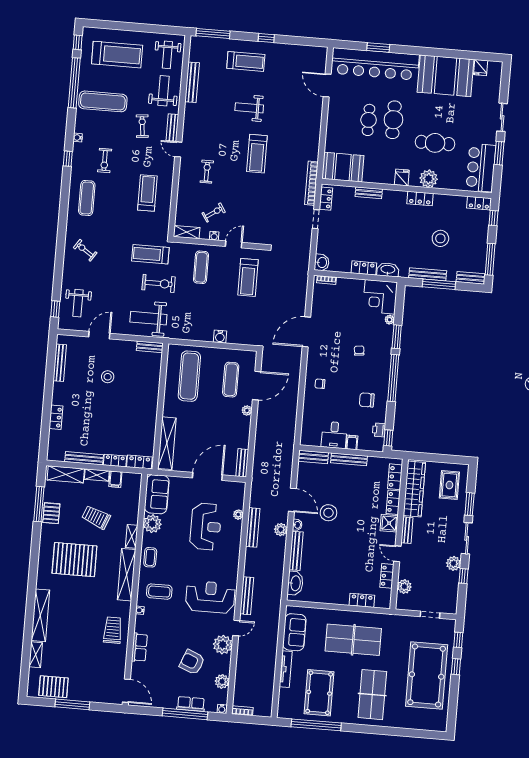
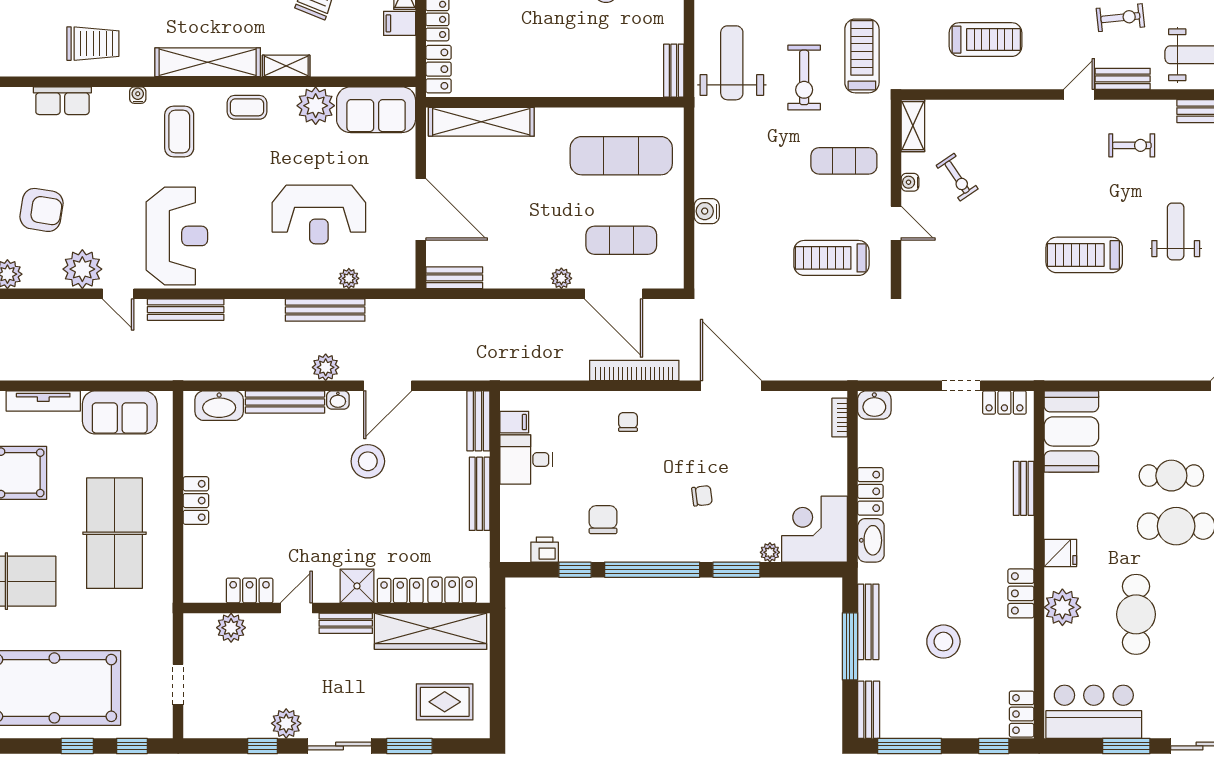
exercise bike: (207, 172) -> (1132, 145), moved
bookcase: (311, 183) -> (634, 370), moved
window: (388, 438) -> (575, 570), moved
filing cabinet: (352, 442) -> (514, 422), moved
locker: (362, 600) -> (196, 501), moved
armchair: (192, 662) -> (42, 210), turned 77

